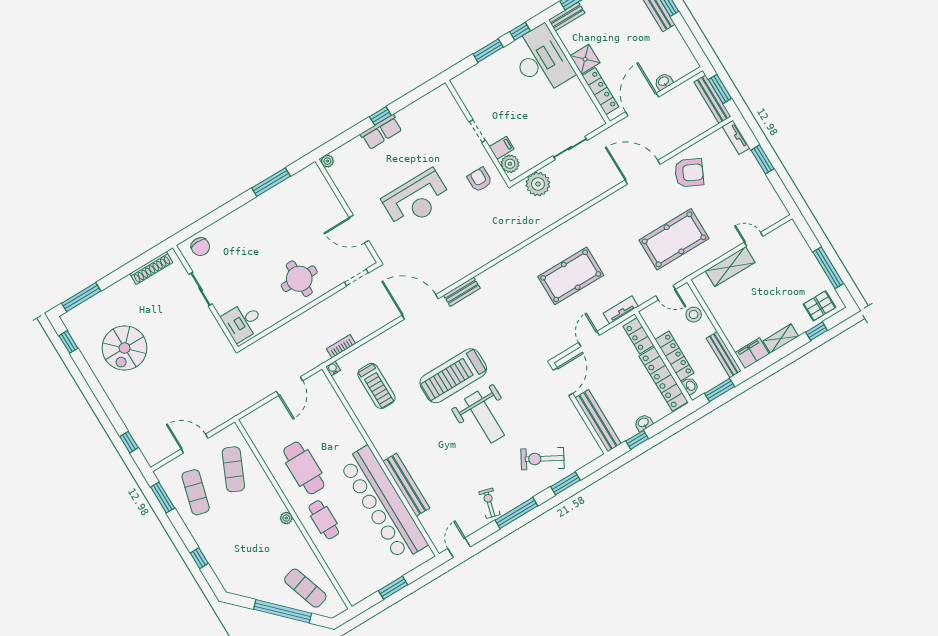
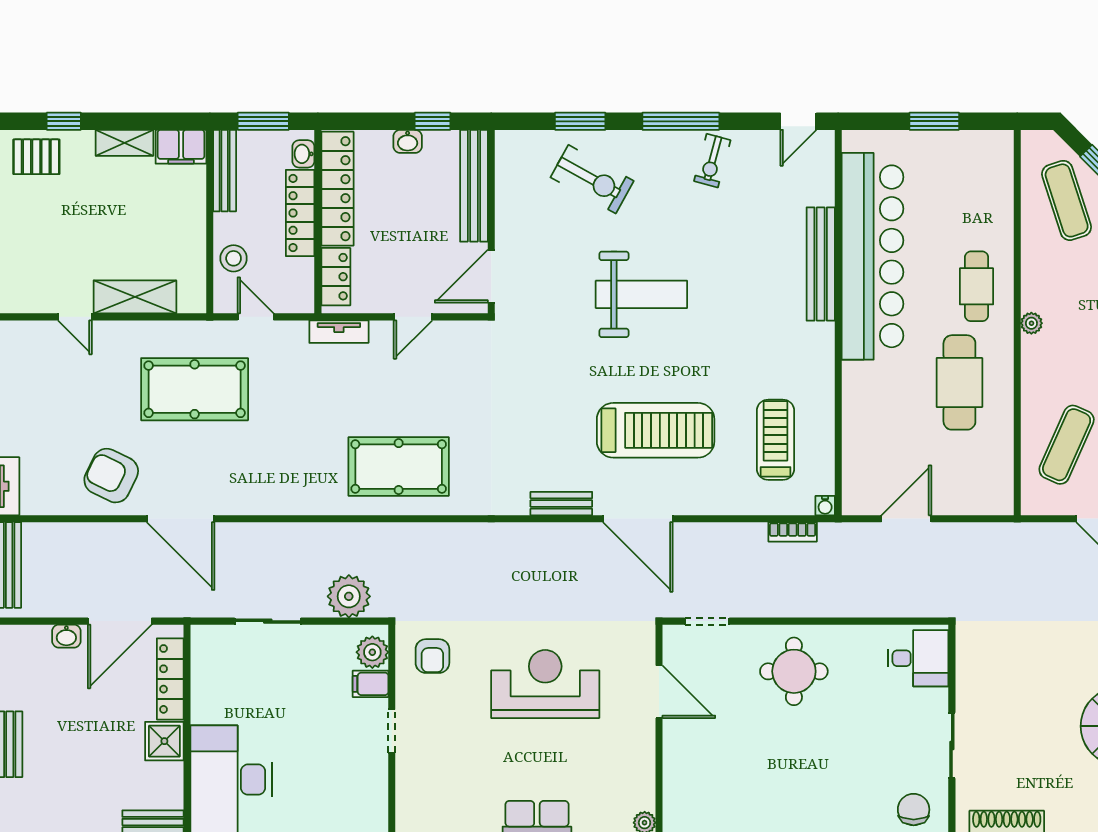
pool table: (571, 276) -> (399, 467), moved
treadmill: (453, 376) -> (656, 430), moved
weight bench: (485, 417) -> (641, 294), turned 90

